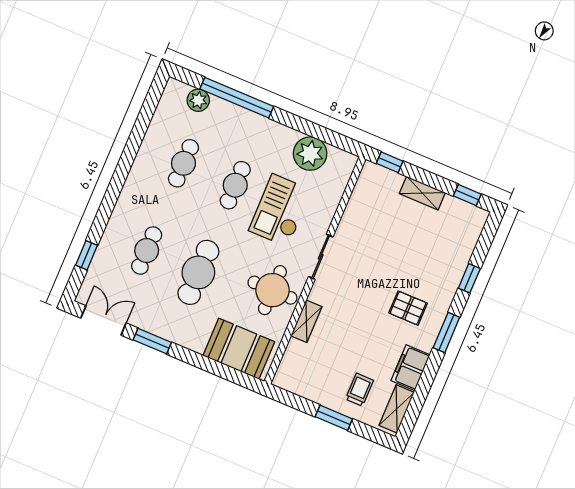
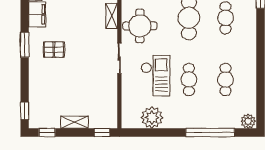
plant: (198, 100) -> (248, 121), moved
window: (469, 278) -> (25, 111), moved

